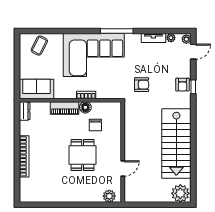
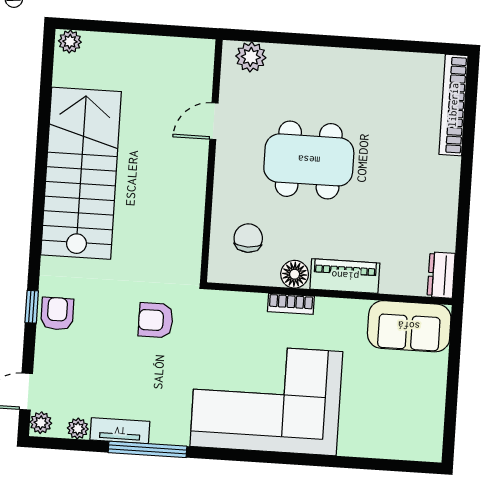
window: (117, 31) -> (147, 449), moved
coffee table: (39, 46) -> (396, 430), removed
chair: (95, 125) -> (248, 238), moved
dining table: (83, 155) -> (309, 160), width x1.38
bookcase: (24, 156) -> (453, 105), moved
plant: (180, 193) -> (70, 41), width x0.53, depth x0.53

